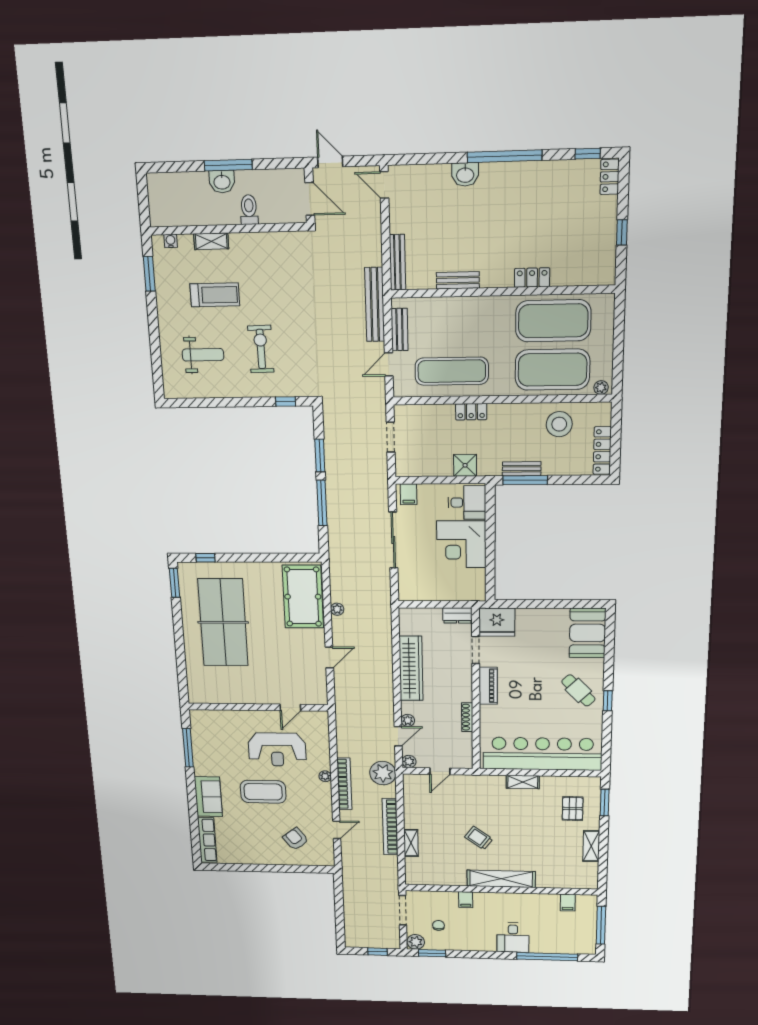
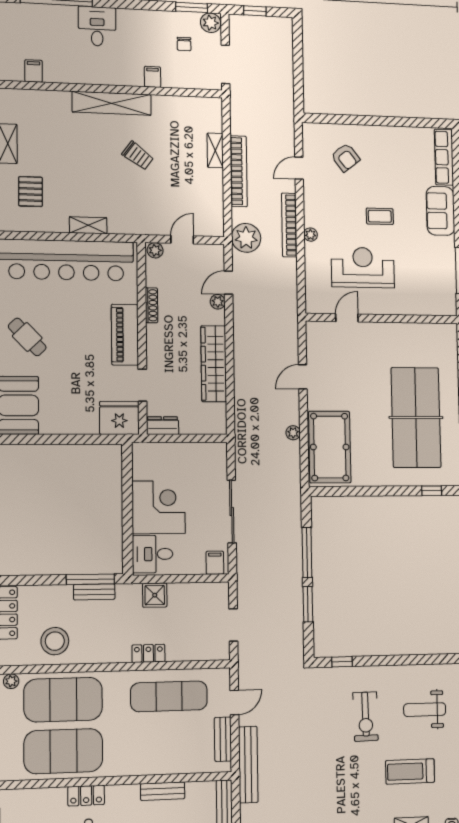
piano: (488, 686) -> (125, 335), width x1.37, depth x1.33
plant: (409, 761) -> (155, 250), moved
coffee table: (263, 792) -> (380, 216), width x0.54, depth x0.58

